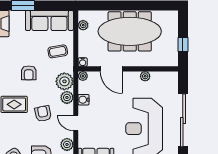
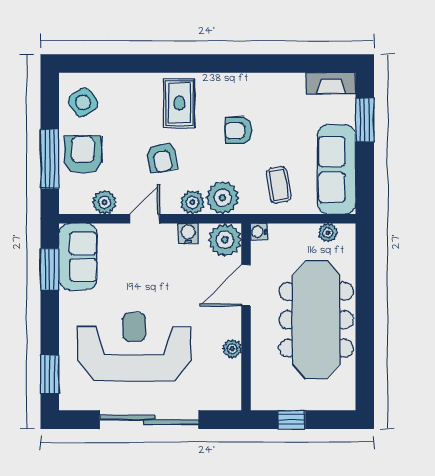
plant: (83, 76) -> (225, 240), width x1.88, depth x1.88
armchair: (43, 114) -> (162, 158), turned 92

